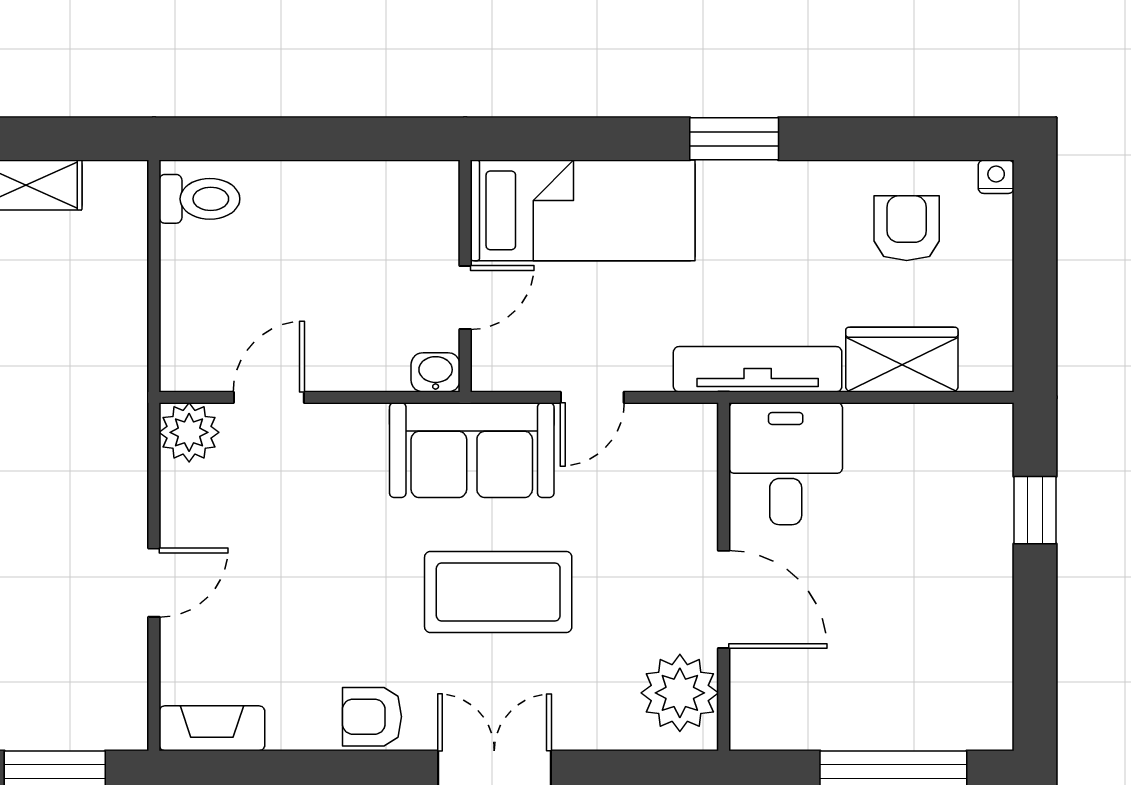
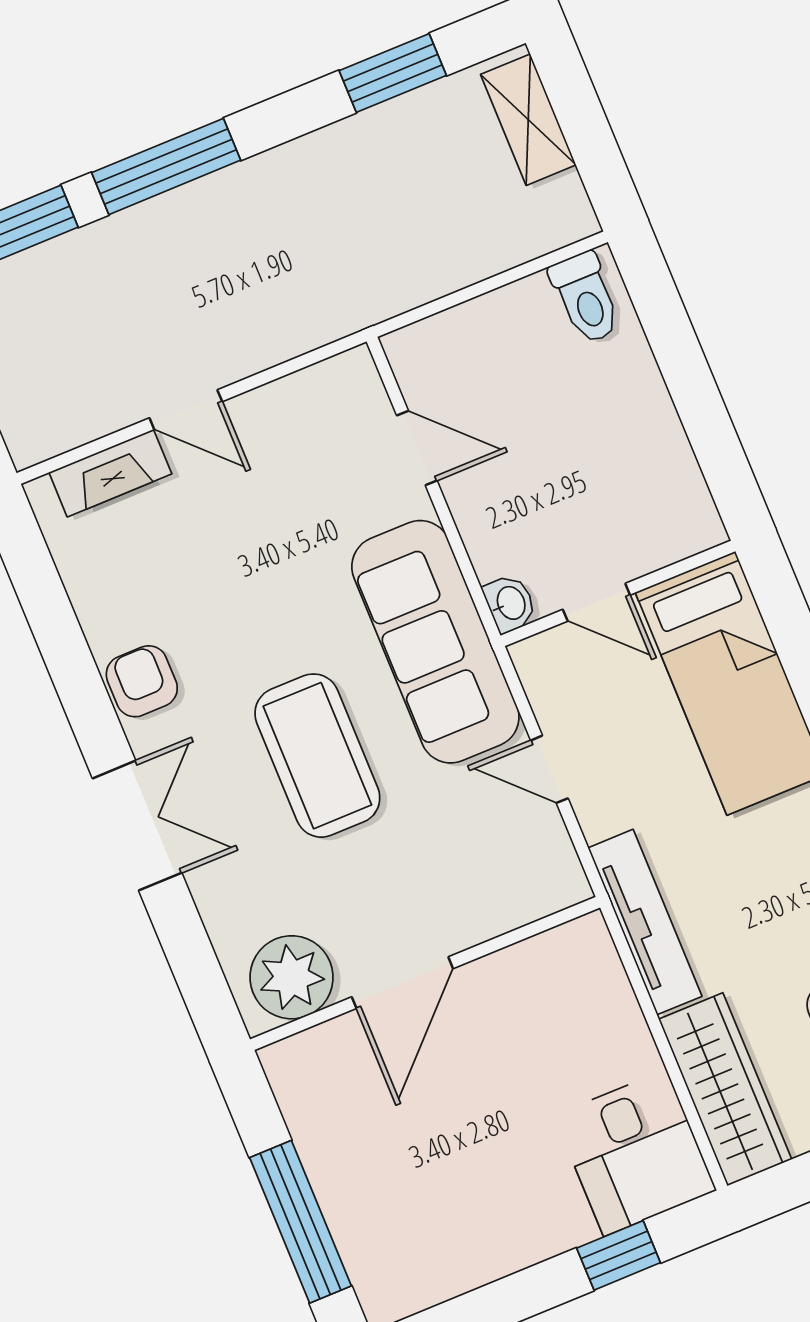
wardrobe: (902, 360) -> (725, 1089), width x1.50
plant: (189, 432) -> (349, 383), removed
sofa: (472, 450) -> (435, 642), width x1.36
desk: (786, 464) -> (635, 1153), moved, turned 90
fireplace: (212, 728) -> (110, 473), moved, turned 90

